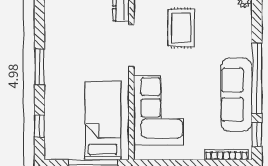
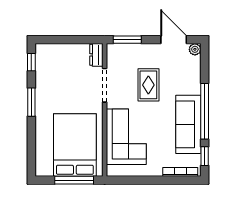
rug: (181, 28) -> (148, 85), moved
bed: (103, 121) -> (75, 145), width x1.50
window: (39, 126) -> (31, 62), moved

